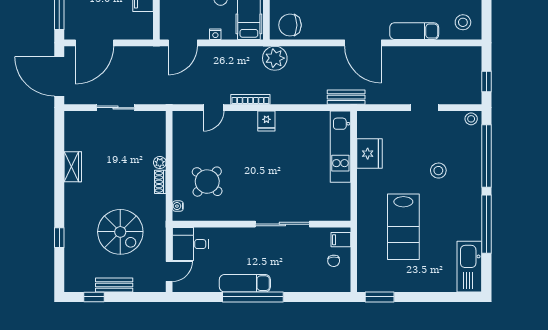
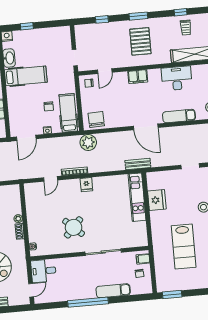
chair: (290, 25) -> (96, 120), turned 88
round table: (207, 182) -> (74, 227), moved
exam couch: (245, 283) -> (113, 291), moved

